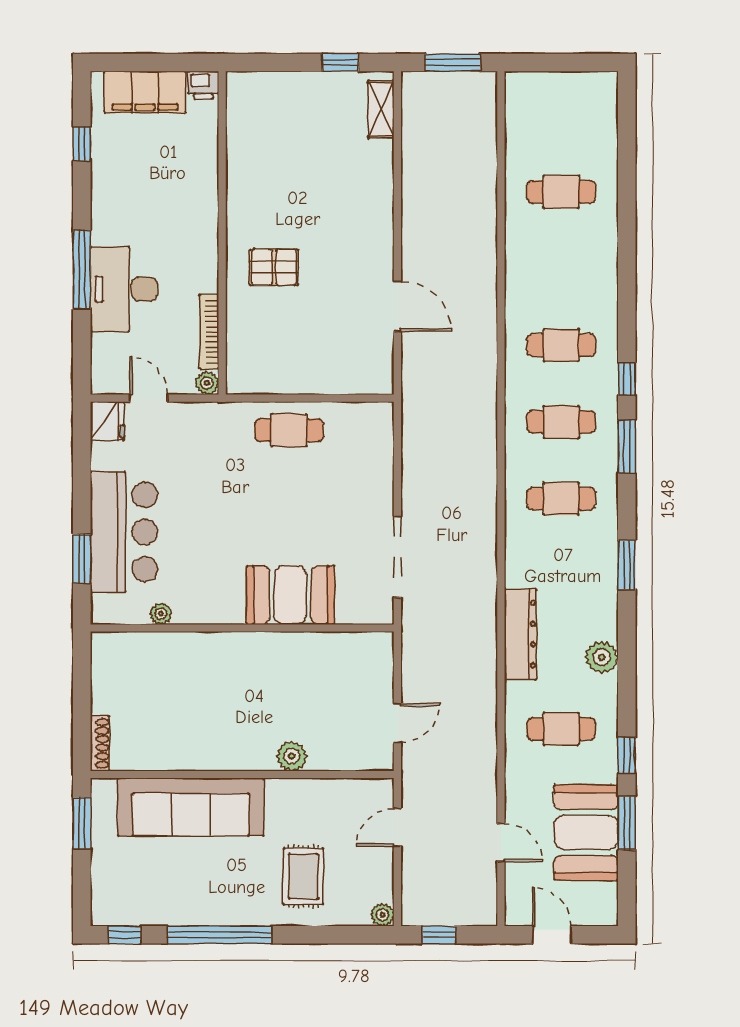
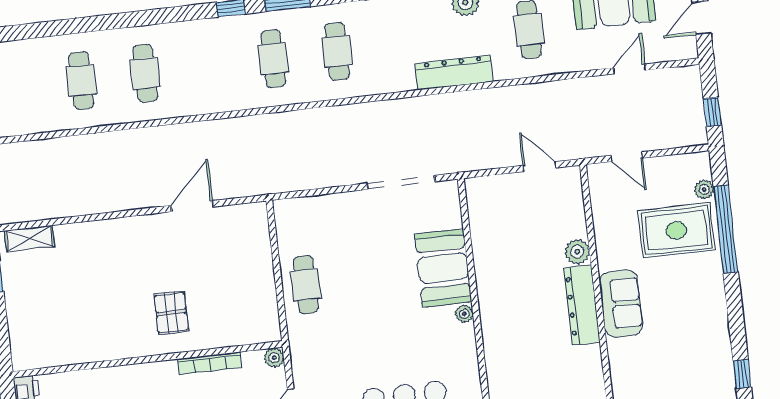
bookcase: (209, 332) -> (210, 363), moved
cafe table: (561, 345) -> (145, 73), moved
plant: (161, 614) -> (464, 314), moved
dresser: (228, 754) -> (582, 305), added
sofa: (191, 807) -> (621, 304), width x0.54, depth x0.79
rug: (303, 876) -> (676, 230), width x1.36, depth x1.43
plant: (382, 915) -> (704, 189), moved
window: (219, 935) -> (726, 229), moved

